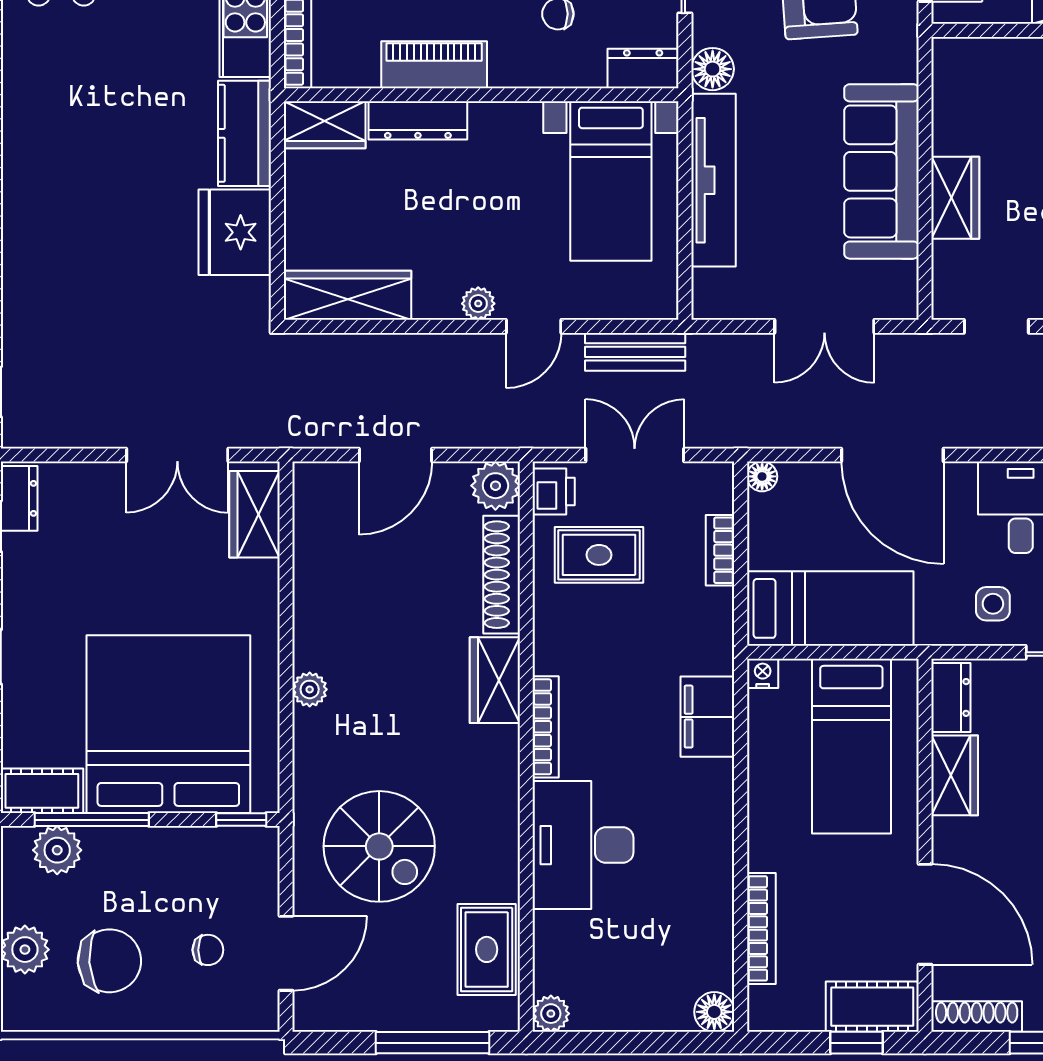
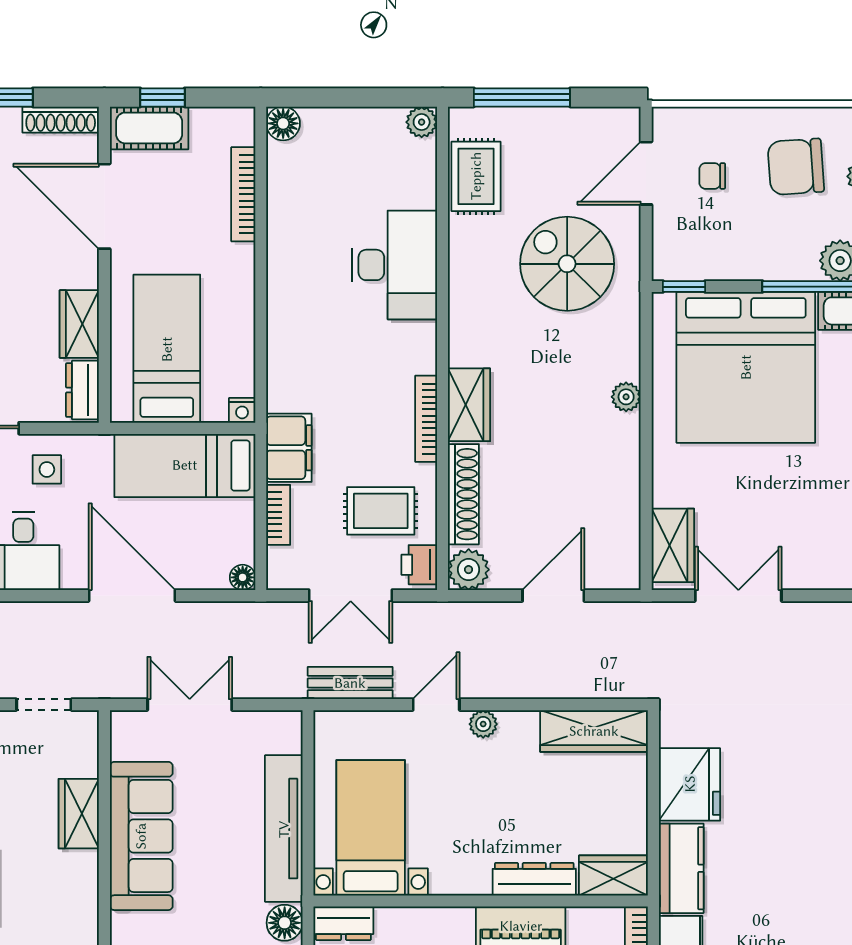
filing cabinet: (707, 717) -> (289, 448), moved
bookcase: (546, 727) -> (426, 419), moved

